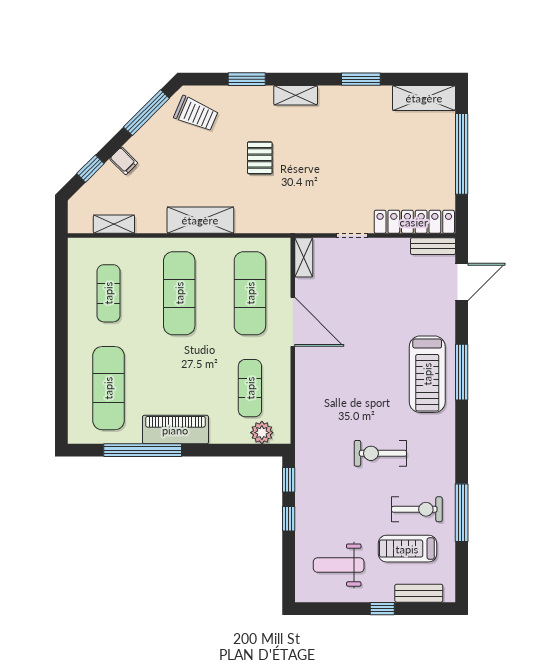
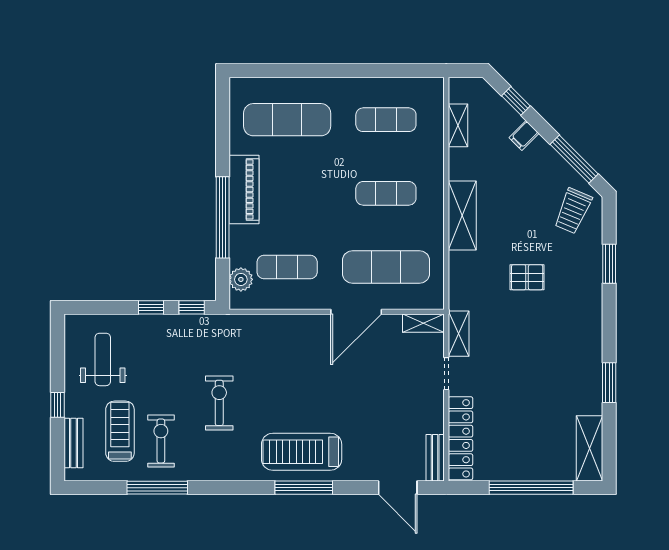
shelving: (296, 95) -> (459, 334), moved
exercise mat: (179, 293) -> (386, 193), width x0.73, depth x0.69
window: (143, 450) -> (223, 217), moved
exercise bike: (417, 509) -> (161, 441), turned 180

